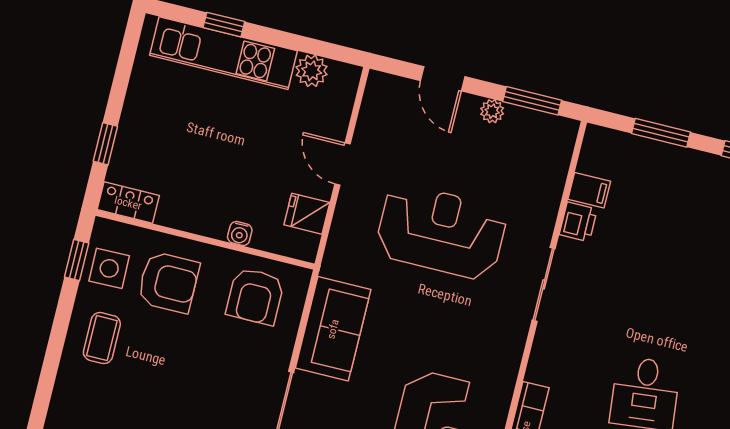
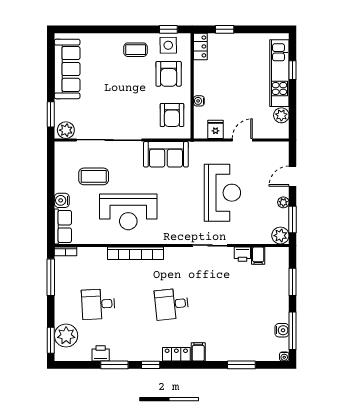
plant: (559, 134) -> (280, 236), added
armchair: (255, 296) -> (172, 115), turned -90

